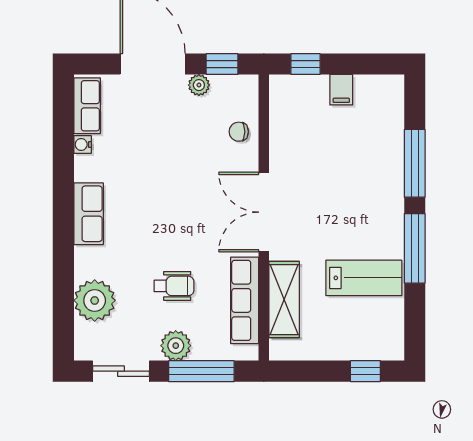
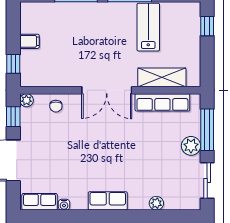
plant: (199, 85) -> (26, 100), moved
wheelchair: (174, 286) -> (153, 147), removed
plant: (95, 300) -> (156, 203), width x0.53, depth x0.53

